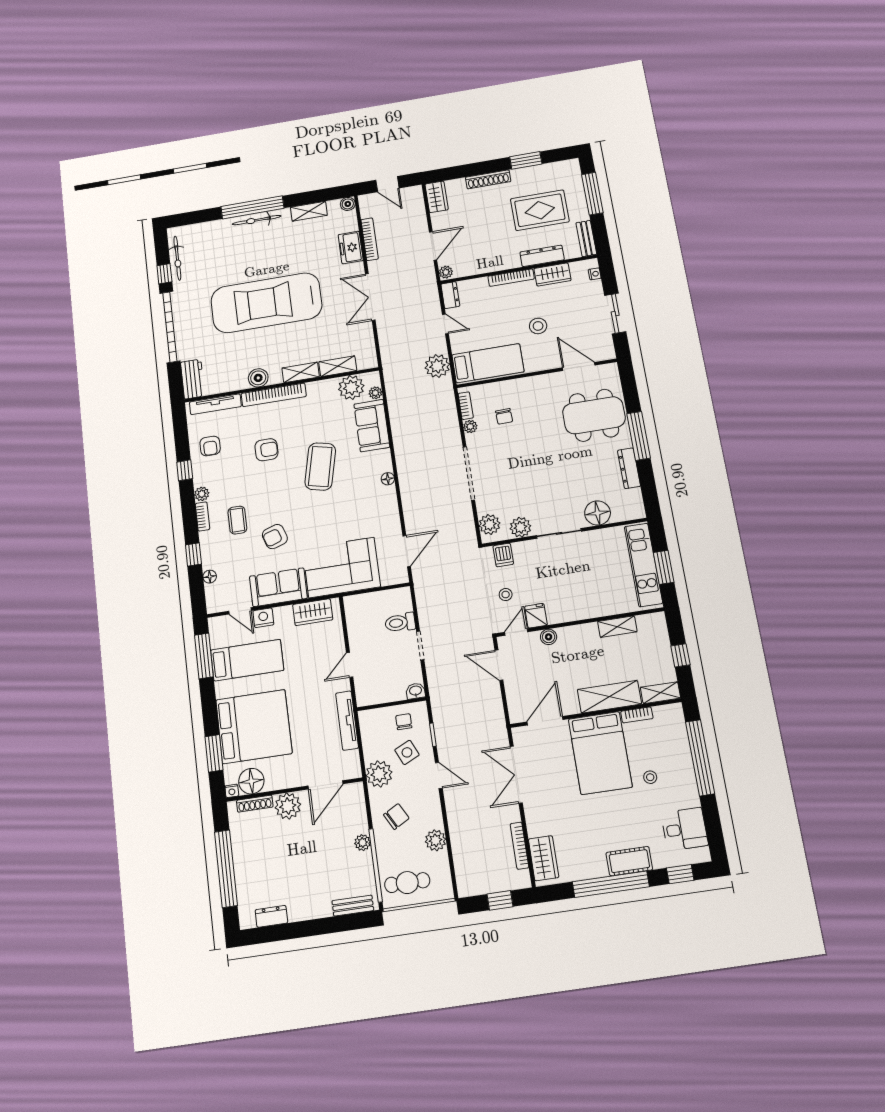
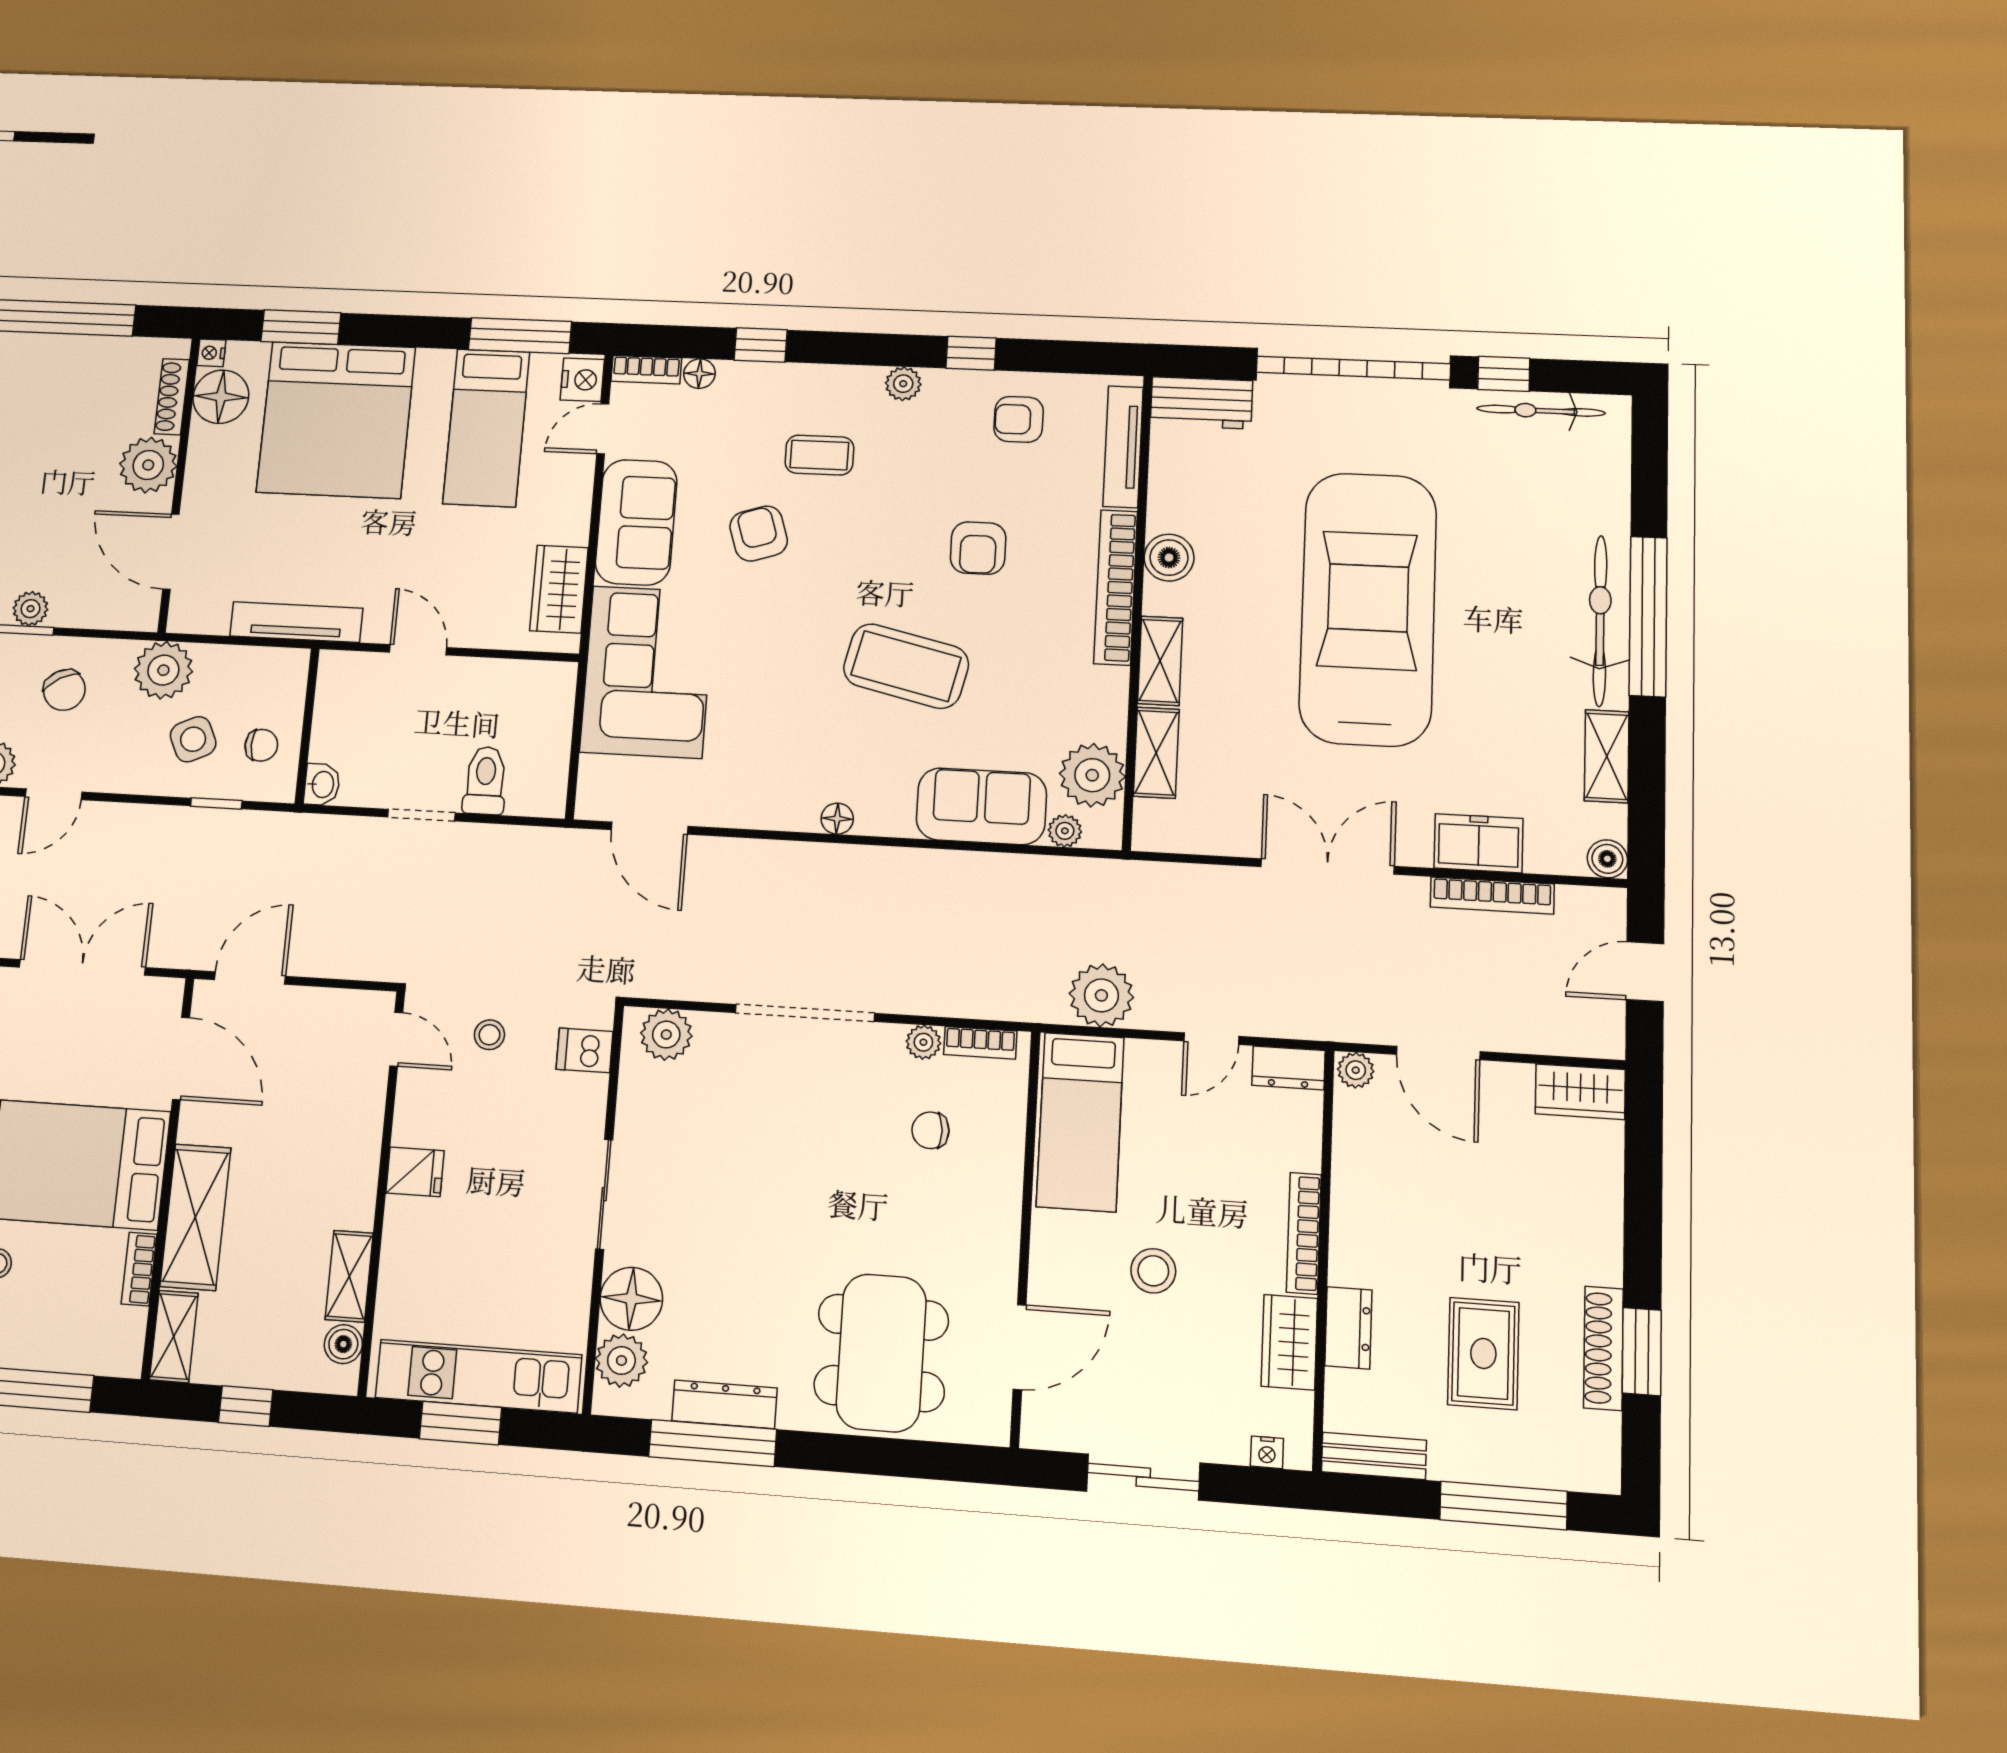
shoe rack: (488, 179) -> (1603, 1348), moved
rug: (540, 210) -> (1483, 1353), width x0.73, depth x0.70
bicycle: (257, 220) -> (1600, 621), width x1.37, depth x1.40
dresser: (542, 256) -> (1348, 1328), width x0.70
window: (639, 436) -> (713, 1443), moved
bookcase: (203, 516) -> (646, 370), moved
plant: (520, 527) -> (621, 1360), moved
fridge: (536, 616) -> (415, 1172), moved
nightstand: (263, 618) -> (582, 380), moved
boiler: (549, 637) -> (343, 1344), moved
door: (499, 665) -> (250, 978), moved
door: (439, 775) -> (54, 794), moved

